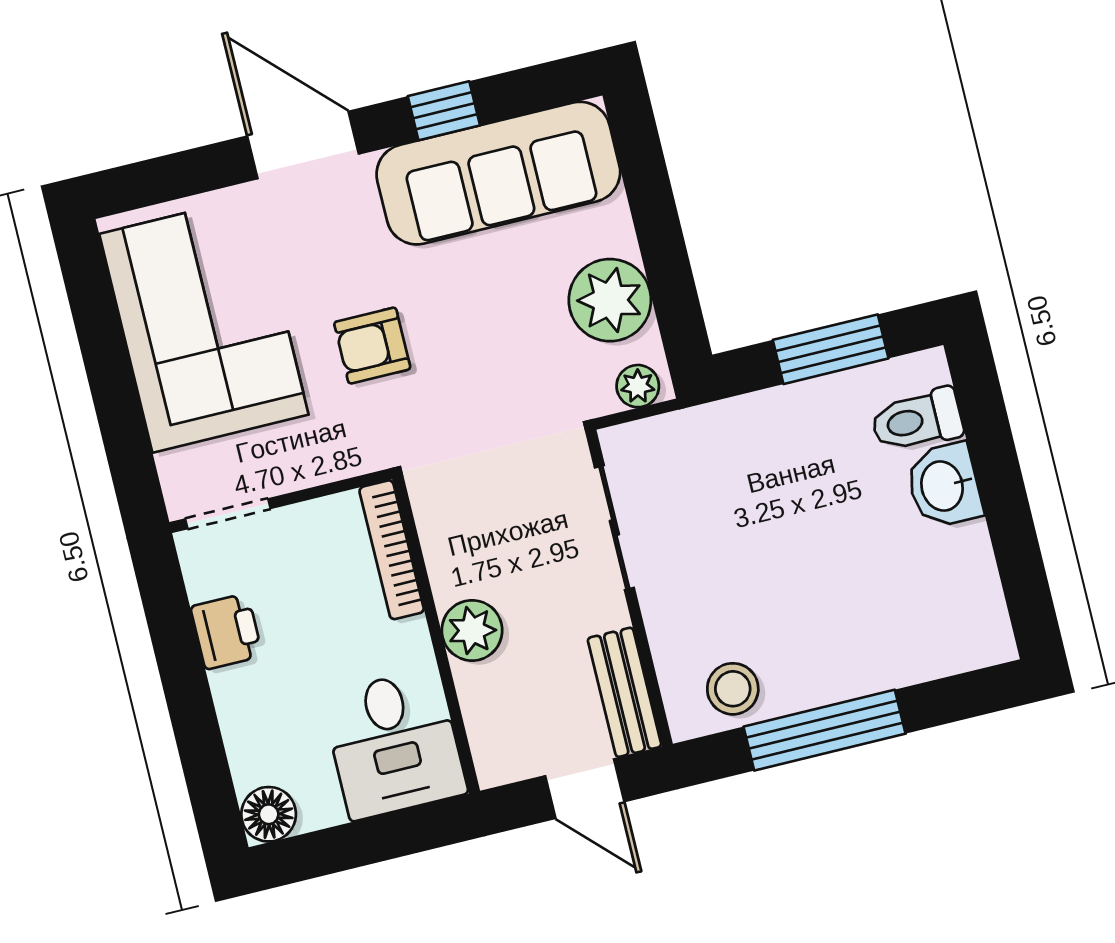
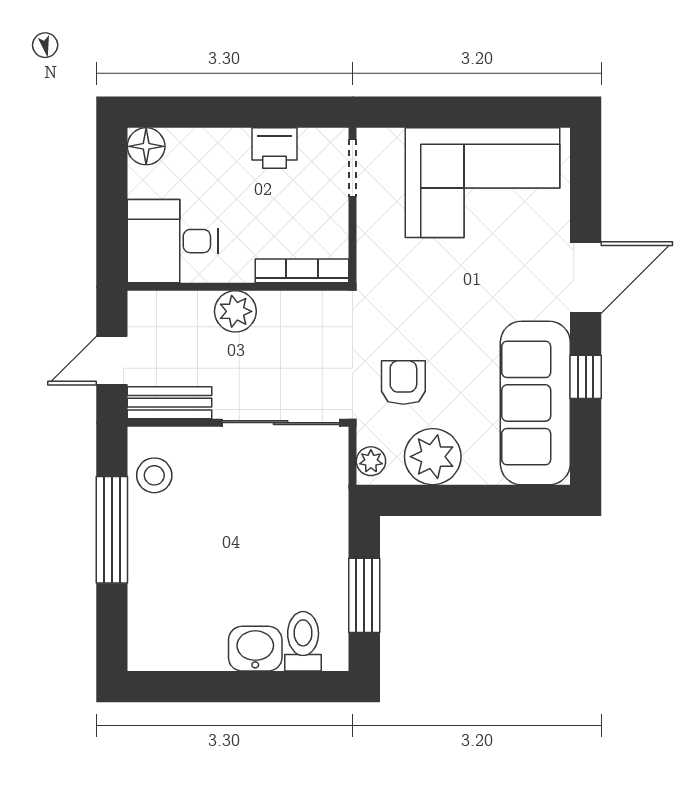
armchair: (372, 346) -> (403, 383), moved
sliding door: (614, 528) -> (281, 423), width x1.37

